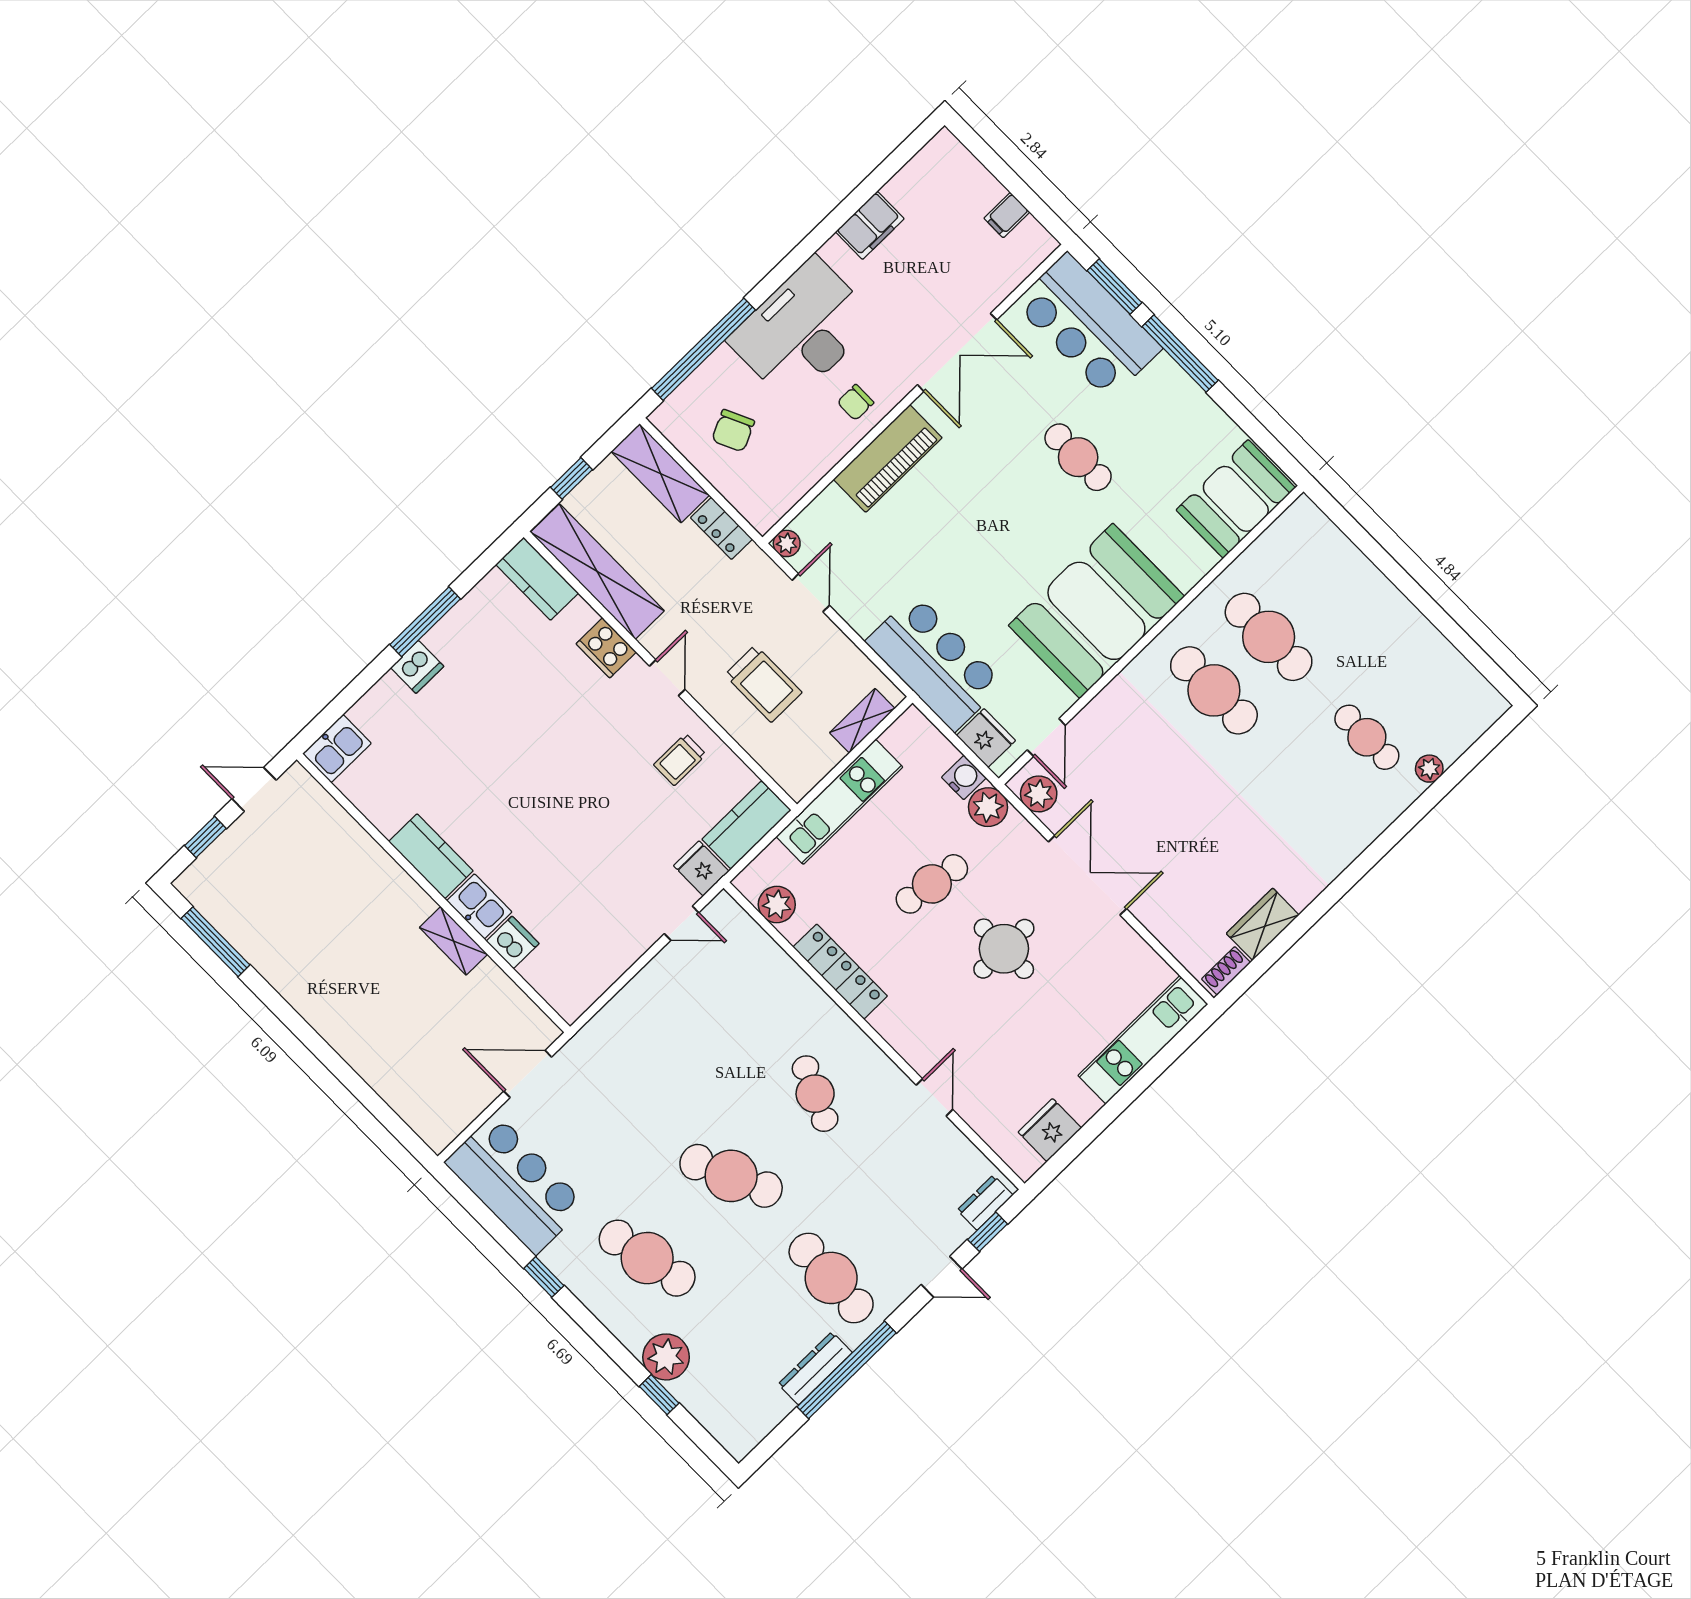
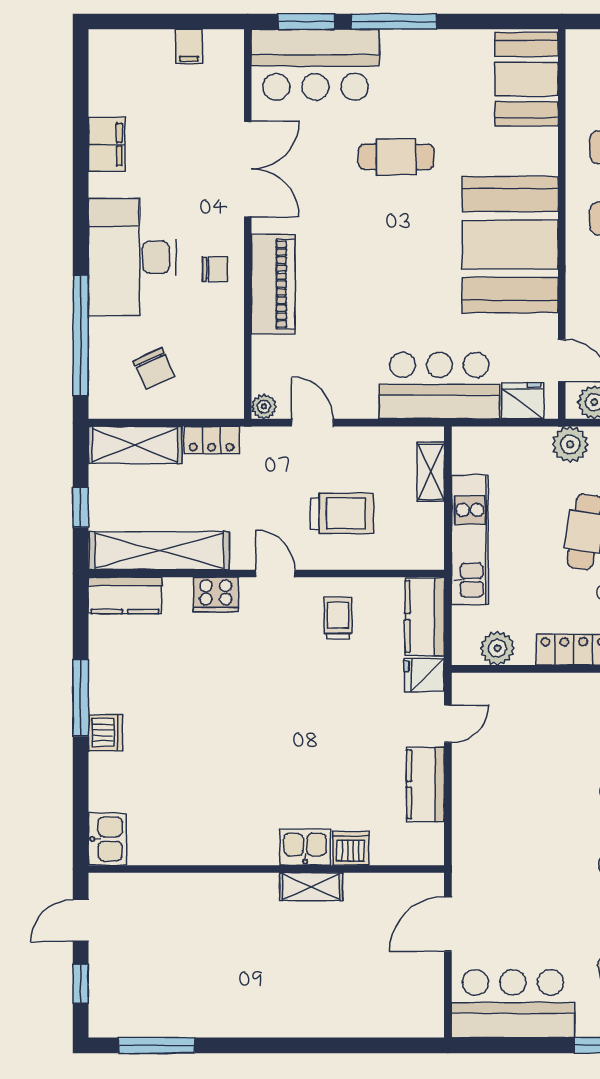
chair: (856, 402) -> (215, 269), turned -90
trolley: (680, 760) -> (338, 618), turned 180
water cooler: (964, 777) -> (535, 441), removed
kitchen counter: (431, 856) -> (426, 784), moved, turned -90

